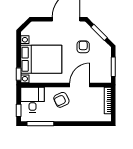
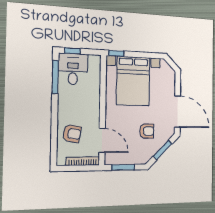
door: (80, 85) -> (102, 140), moved
desk: (33, 100) -> (73, 69), moved, turned -90
armchair: (61, 100) -> (72, 134), moved, turned 125

